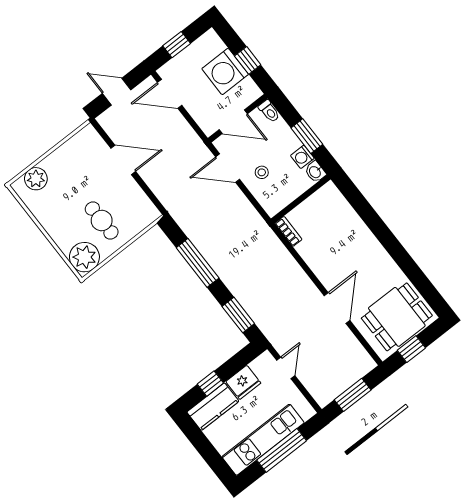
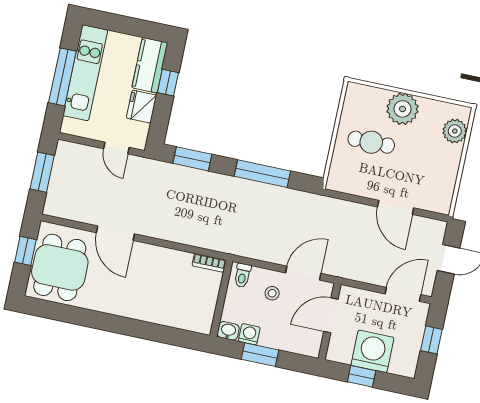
toilet: (269, 111) -> (242, 275), moved, turned -90
door: (123, 160) -> (396, 207), hinge flipped
plant: (84, 257) -> (402, 109), moved

